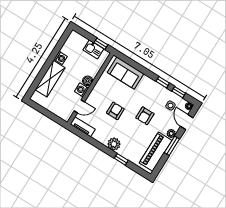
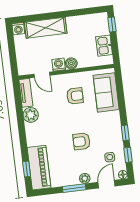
window: (101, 44) -> (112, 25), moved
washing machine: (61, 58) -> (18, 29), moved
armchair: (115, 111) -> (75, 96), moved
plant: (114, 144) -> (31, 115), moved
piano: (156, 152) -> (39, 168), moved, turned 90
window: (121, 159) -> (27, 169), moved

